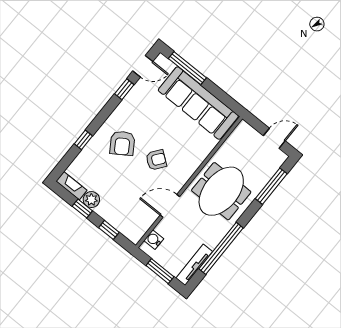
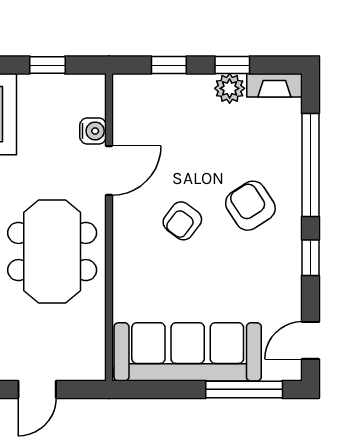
window: (124, 89) -> (310, 258), moved
window: (83, 140) -> (310, 165), width x3.17
water cooler: (154, 240) -> (93, 131), moved
window: (160, 271) -> (47, 65), width x0.67

